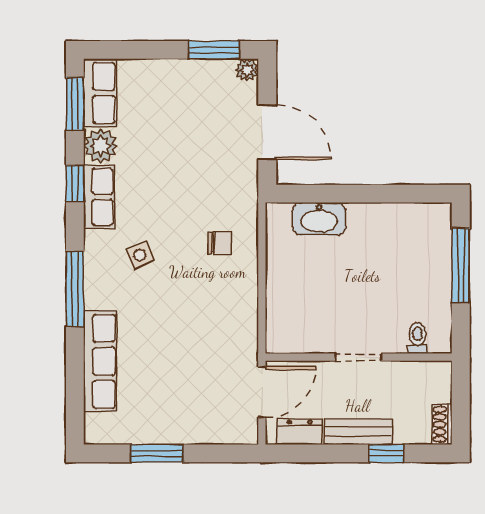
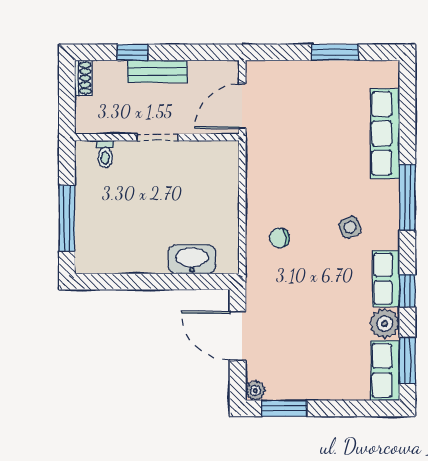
dresser: (300, 432) -> (209, 71), removed

